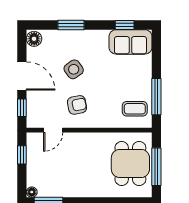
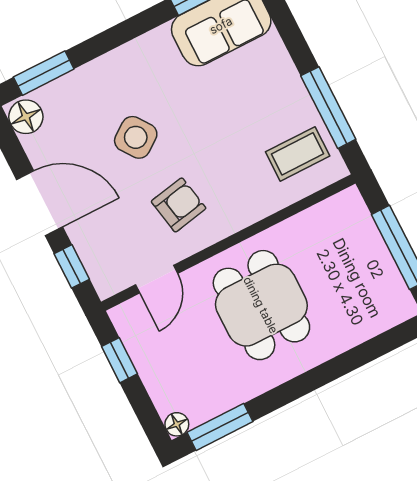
window: (71, 25) -> (44, 73), moved
dining table: (130, 163) -> (261, 305), moved

